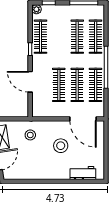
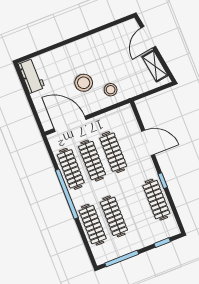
plant: (36, 9) -> (174, 230), removed
stool: (30, 135) -> (111, 90), moved
workbench: (83, 173) -> (32, 76), moved, turned -90

